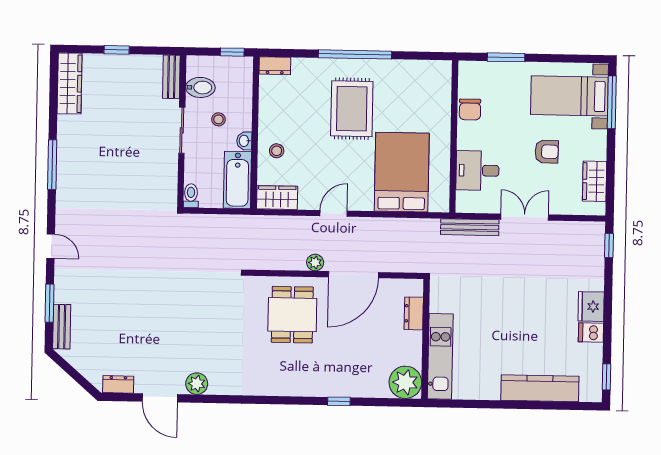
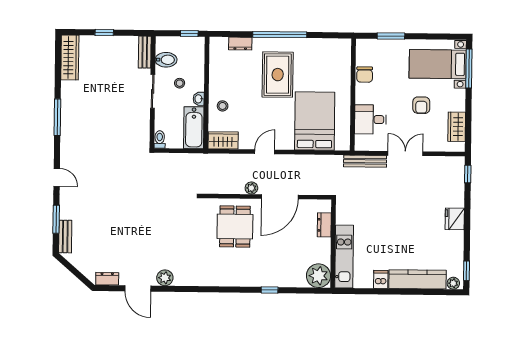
dresser: (275, 66) -> (240, 44), moved
armchair: (547, 152) -> (421, 105), turned 89
dishwasher: (591, 332) -> (381, 279), moved, turned 90
plant: (588, 394) -> (453, 283), added

